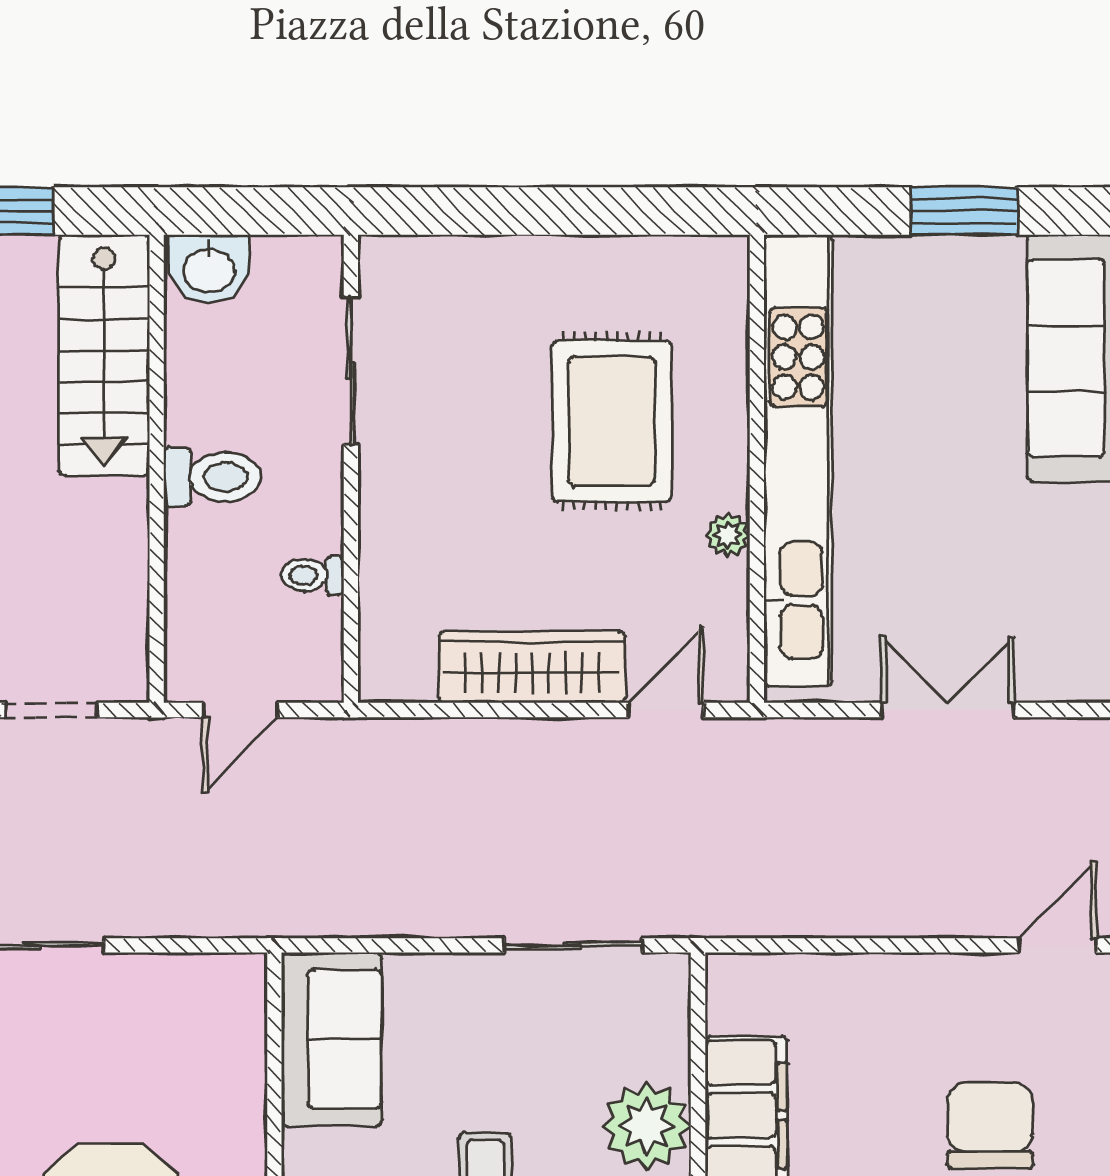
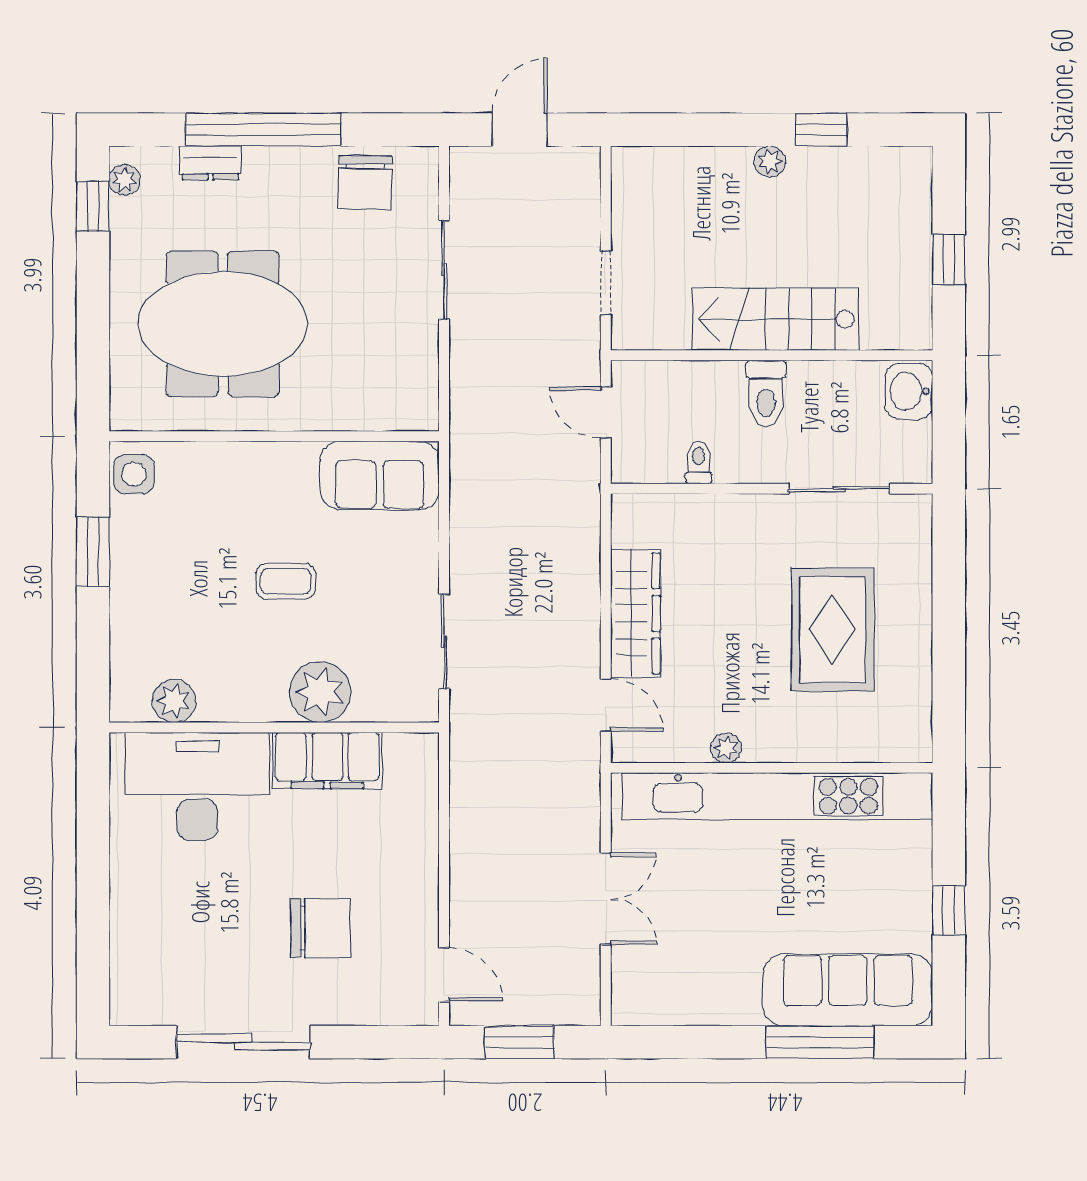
window: (964, 211) -> (949, 910), width x0.67
stairs: (104, 355) -> (775, 319), moved
rug: (612, 421) -> (833, 629), moved, turned 90

